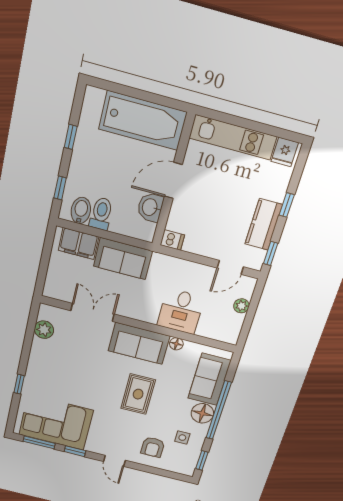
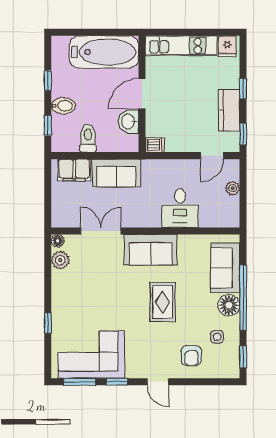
bidet: (81, 211) -> (63, 106), moved, turned 90
floor lamp: (176, 344) -> (58, 241), moved

